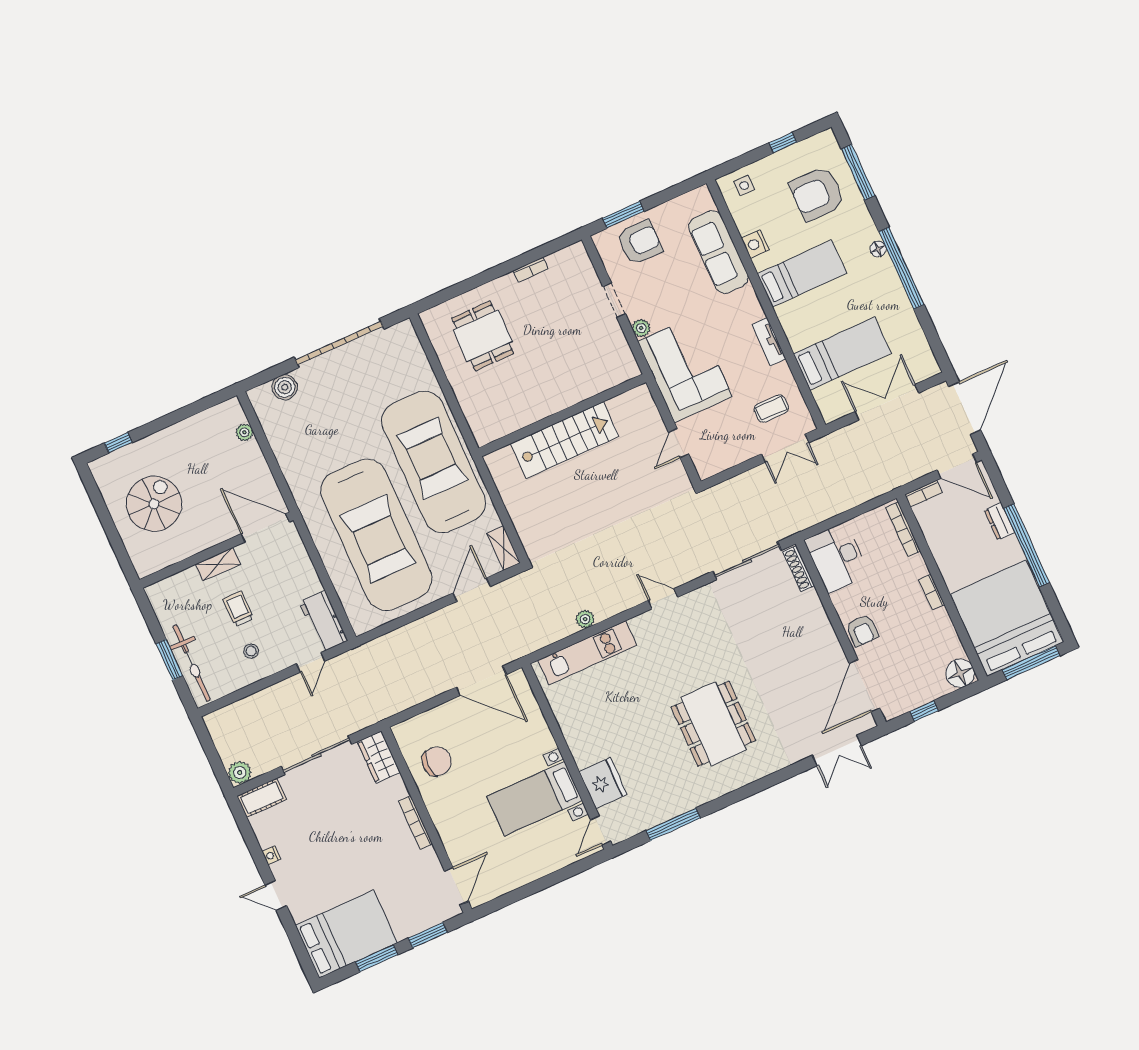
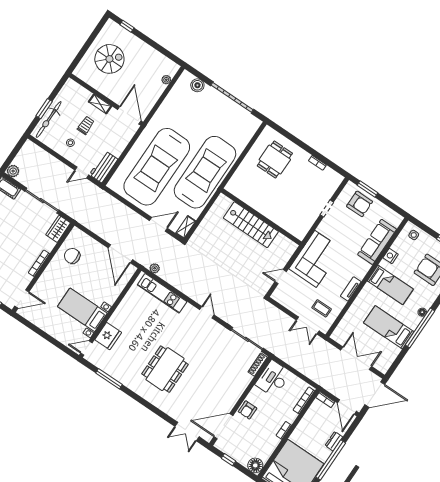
plant: (641, 328) -> (322, 228), removed
bed: (842, 354) -> (389, 327), moved, turned 180
plant: (585, 619) -> (155, 268), moved
chair: (437, 761) -> (72, 256), turned 180

